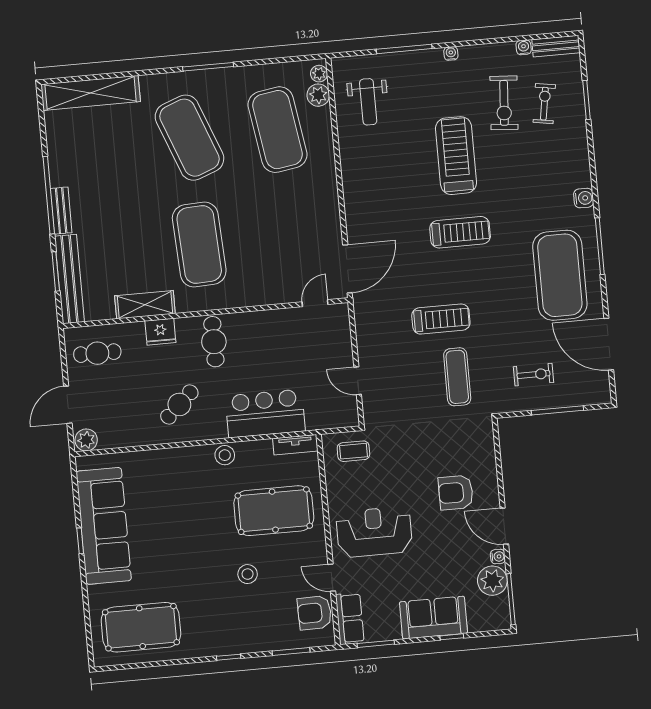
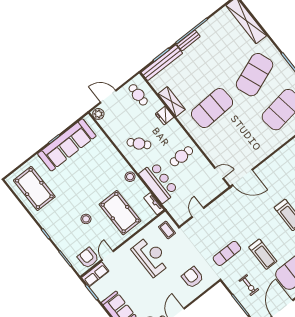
treadmill: (441, 319) -> (263, 254), moved
cafe table: (214, 342) -> (181, 156), moved
armchair: (456, 493) -> (193, 277), moved
reception desk: (374, 532) -> (151, 256), moved

